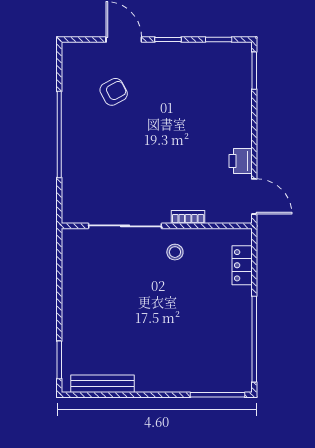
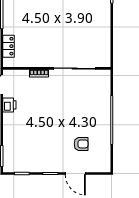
armchair: (114, 92) -> (81, 144), turned -152
stool: (175, 252) -> (46, 54), removed

